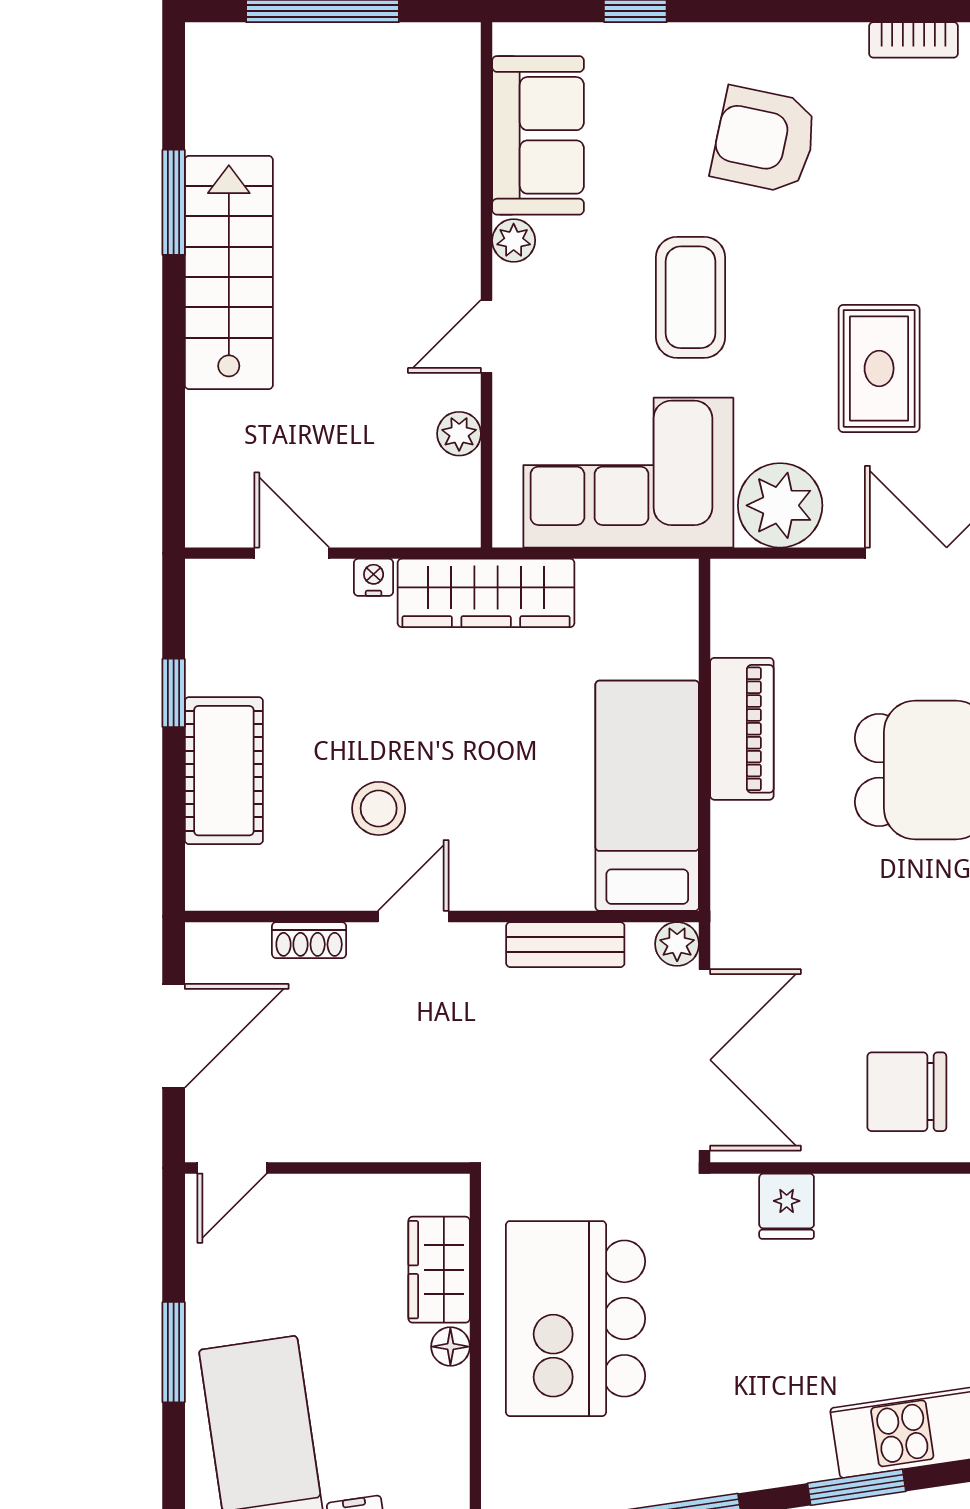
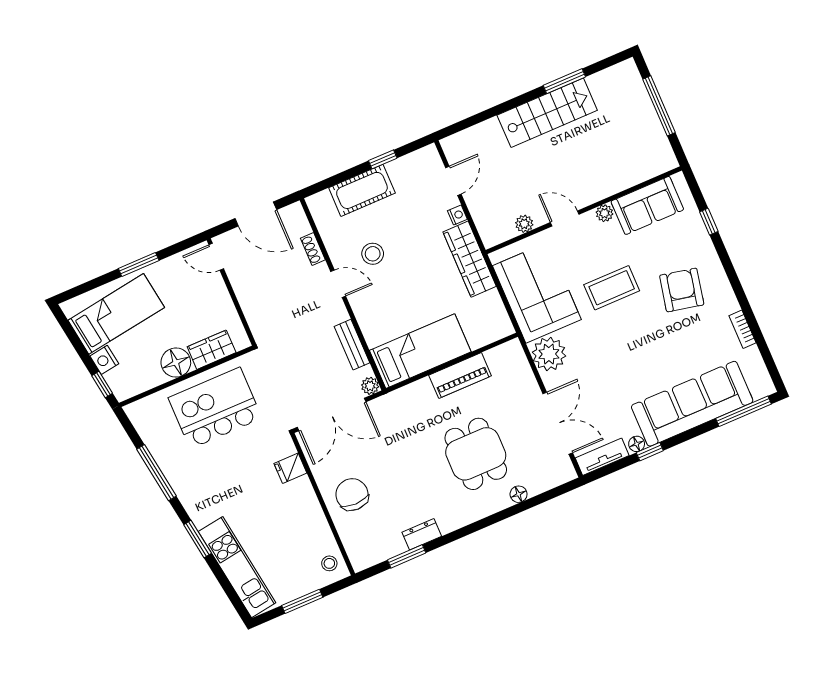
rug: (879, 368) -> (615, 369), removed
floor lamp: (450, 1347) -> (176, 363), width x1.89, depth x1.89

